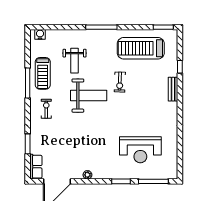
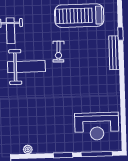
bench: (173, 89) -> (114, 53), width x1.36
reception desk: (140, 150) -> (97, 126), moved

